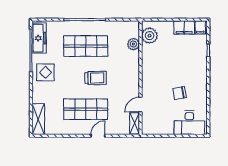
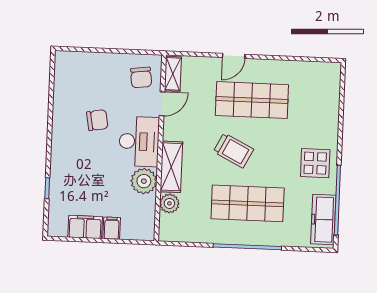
filing cabinet: (200, 27) -> (112, 228), moved
plant: (150, 36) -> (144, 181), moved
trolley: (96, 78) -> (233, 150), turned -153
shelving: (38, 119) -> (171, 167), moved
chair: (154, 120) -> (141, 77), added
desk: (189, 123) -> (139, 141), moved, turned 90

